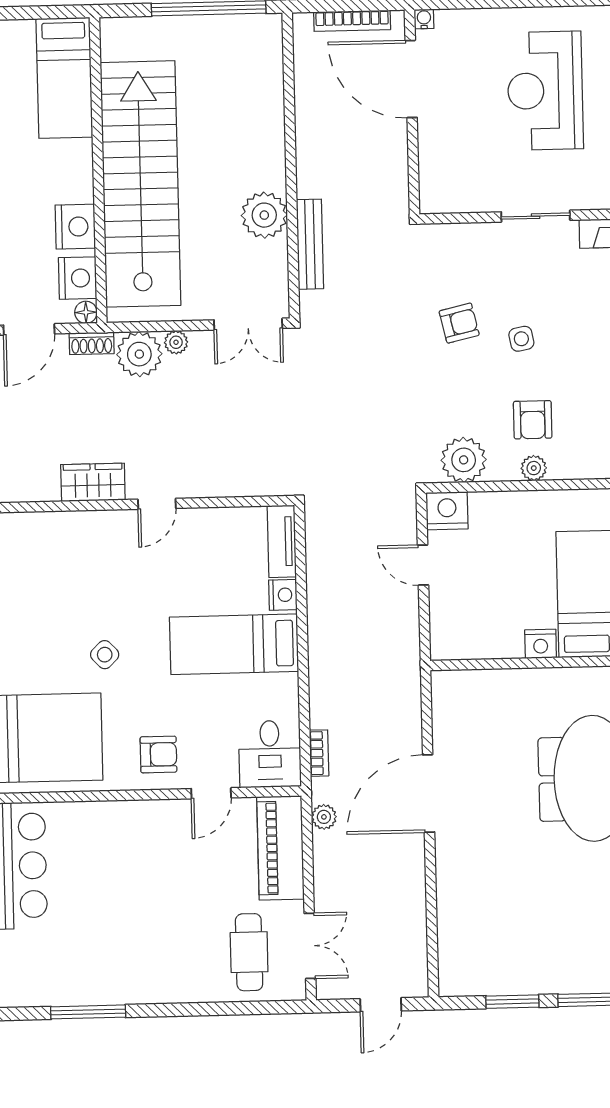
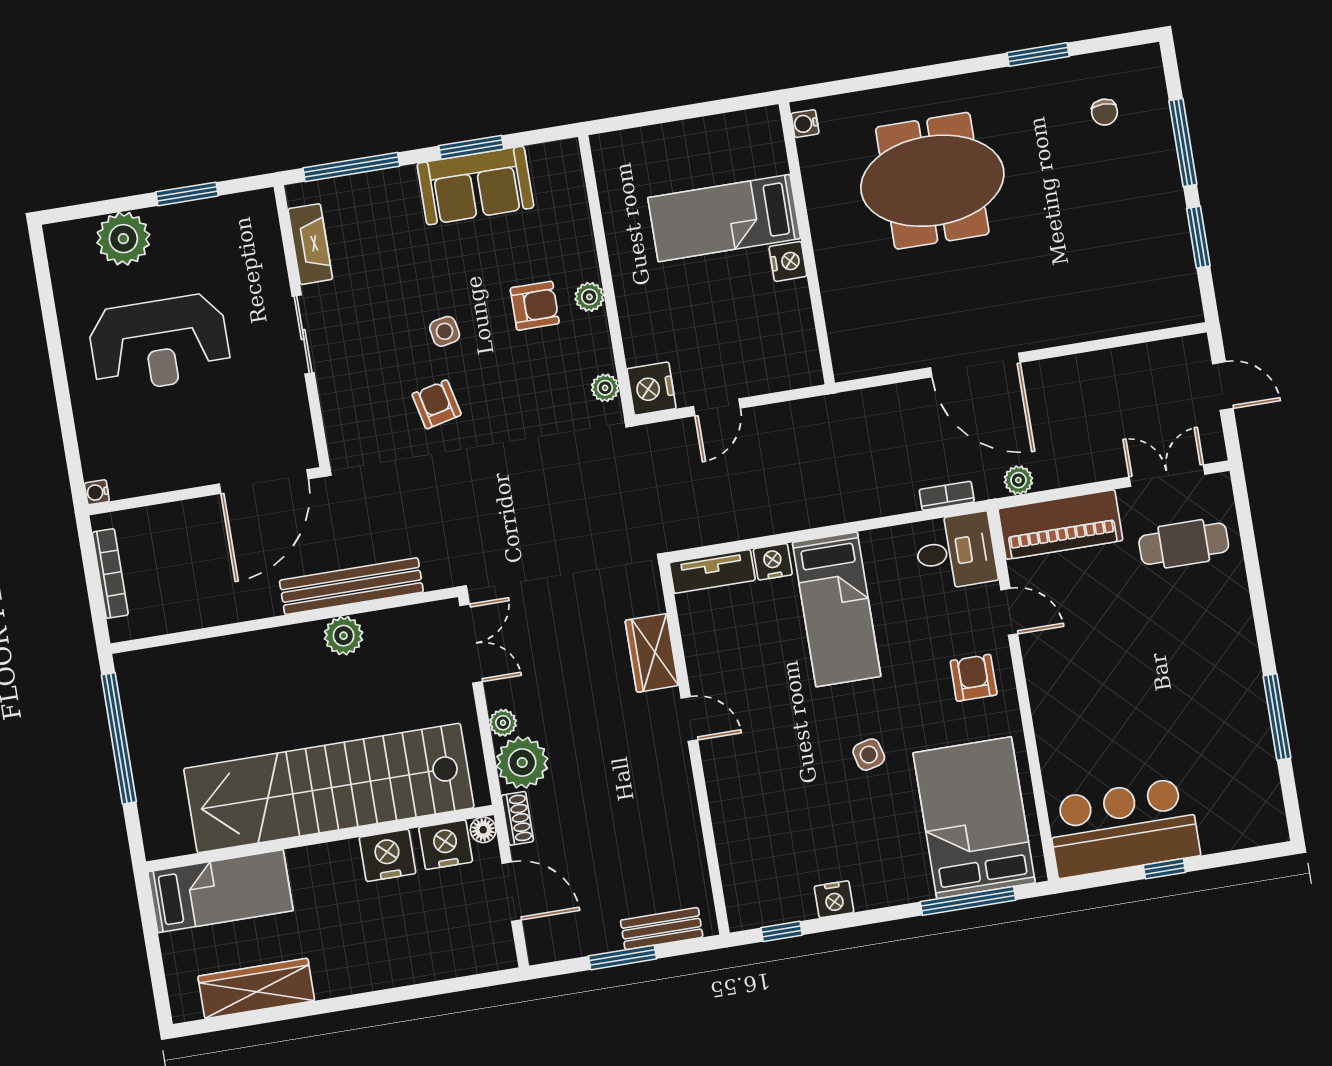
door: (411, 79) -> (264, 481), moved
plant: (264, 215) -> (344, 636), width x0.73, depth x0.73
bench: (310, 244) -> (351, 586), width x1.37, depth x1.21
plant: (464, 460) -> (605, 388), width x0.53, depth x0.53
wardrobe: (93, 482) -> (652, 653), moved
side table: (105, 655) -> (869, 755), turned 30

